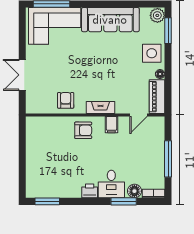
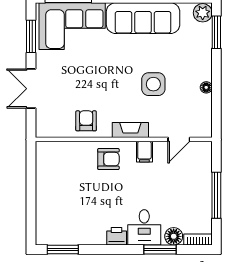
window: (22, 34) -> (31, 36), added
side table: (152, 53) -> (153, 84), moved
piano: (157, 97) -> (202, 116), removed

